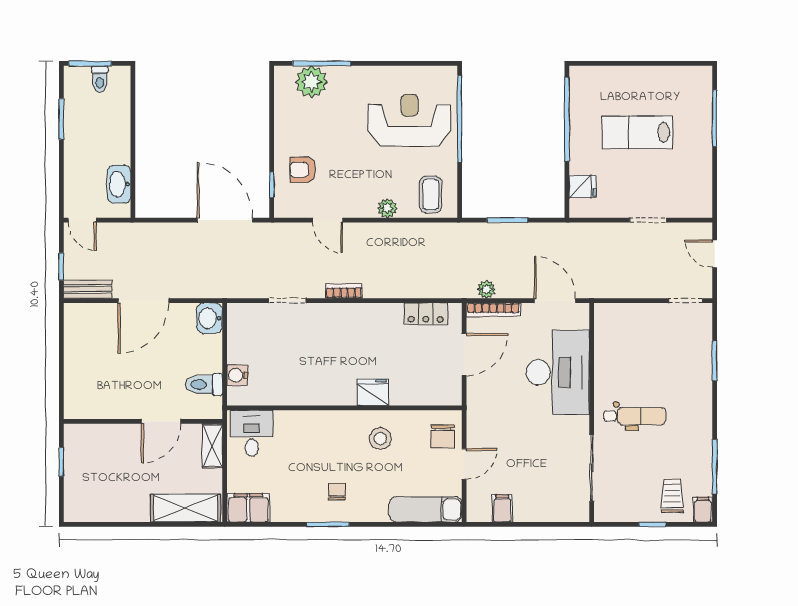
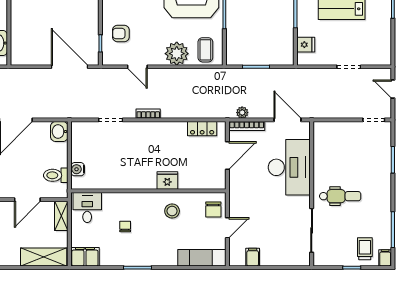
plant: (387, 208) -> (177, 54), width x1.87, depth x1.87
chair: (337, 492) -> (125, 227), moved

